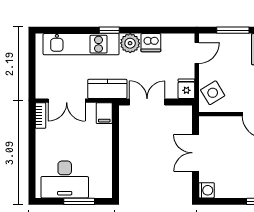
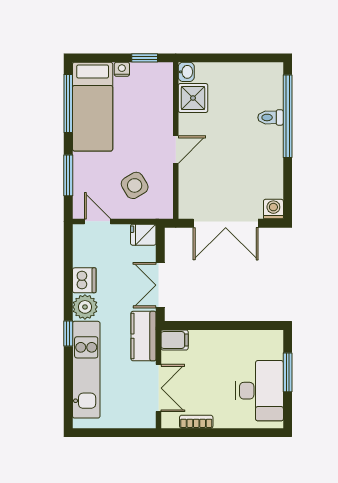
side table: (213, 93) -> (135, 185), moved
bookcase: (40, 116) -> (196, 422), moved
double door: (195, 153) -> (226, 223), width x1.37

